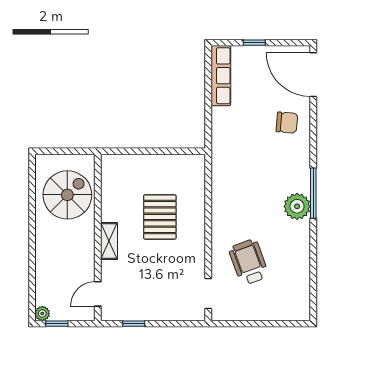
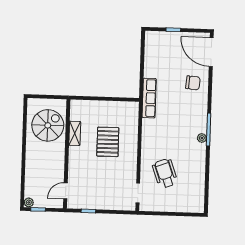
row of seats: (221, 76) -> (149, 98), moved
plant: (297, 206) -> (202, 138), width x0.53, depth x0.53
shelving: (109, 241) -> (75, 133), moved

